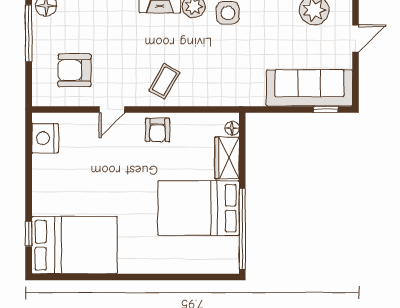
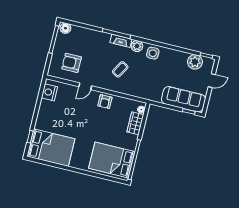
coffee table: (164, 81) -> (120, 69), moved
bed: (199, 208) -> (112, 160), moved

